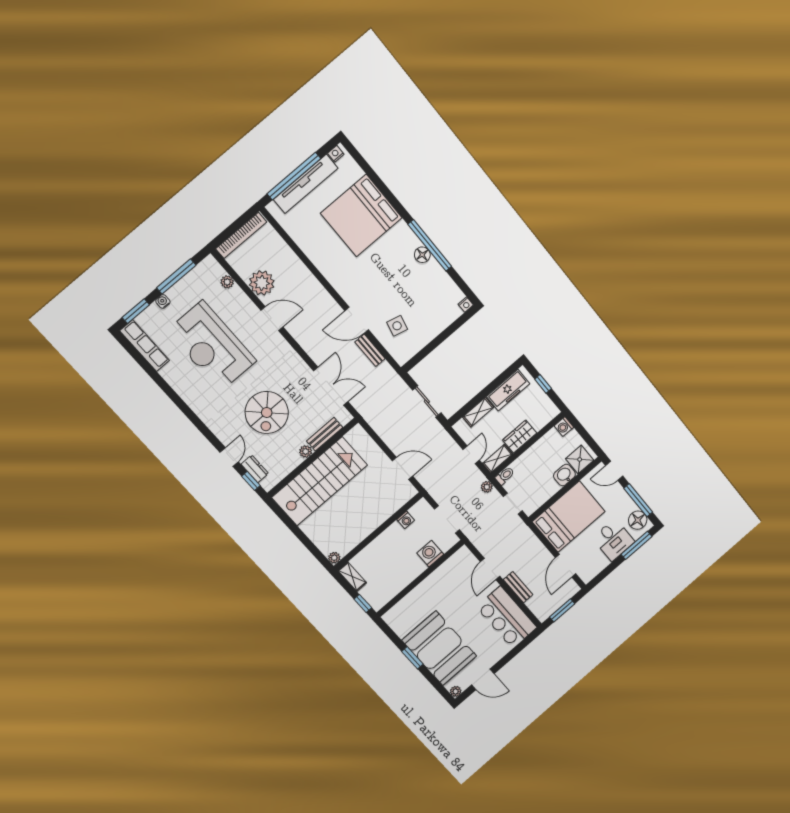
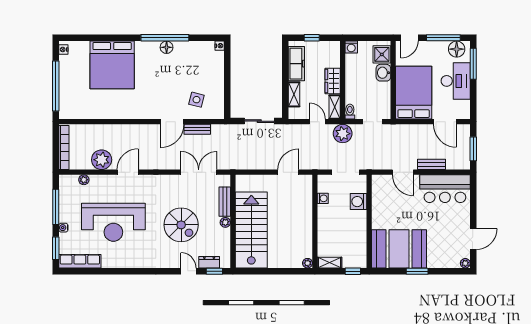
tv unit: (306, 184) -> (66, 83), removed
plant: (487, 487) -> (343, 134), width x1.88, depth x1.88
desk: (613, 540) -> (456, 81), width x1.37
booth: (439, 648) -> (399, 249), moved

